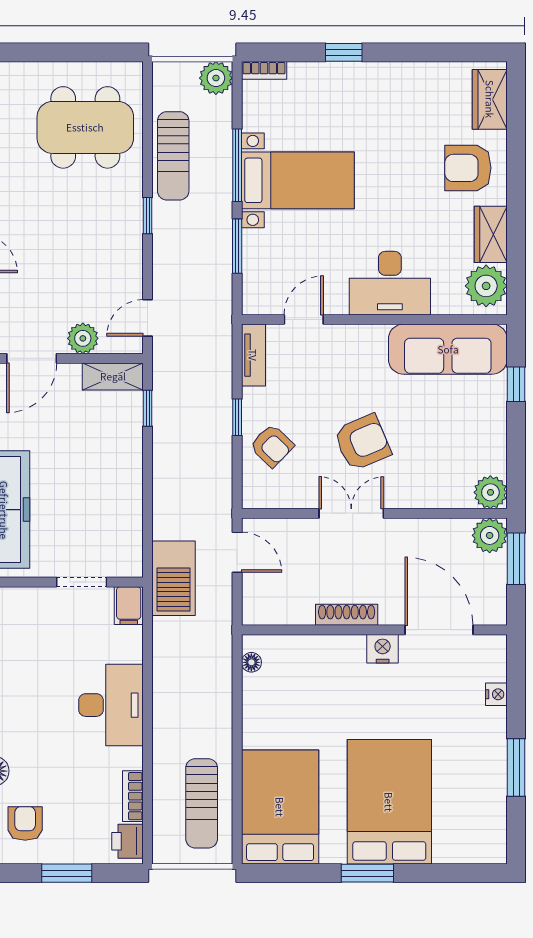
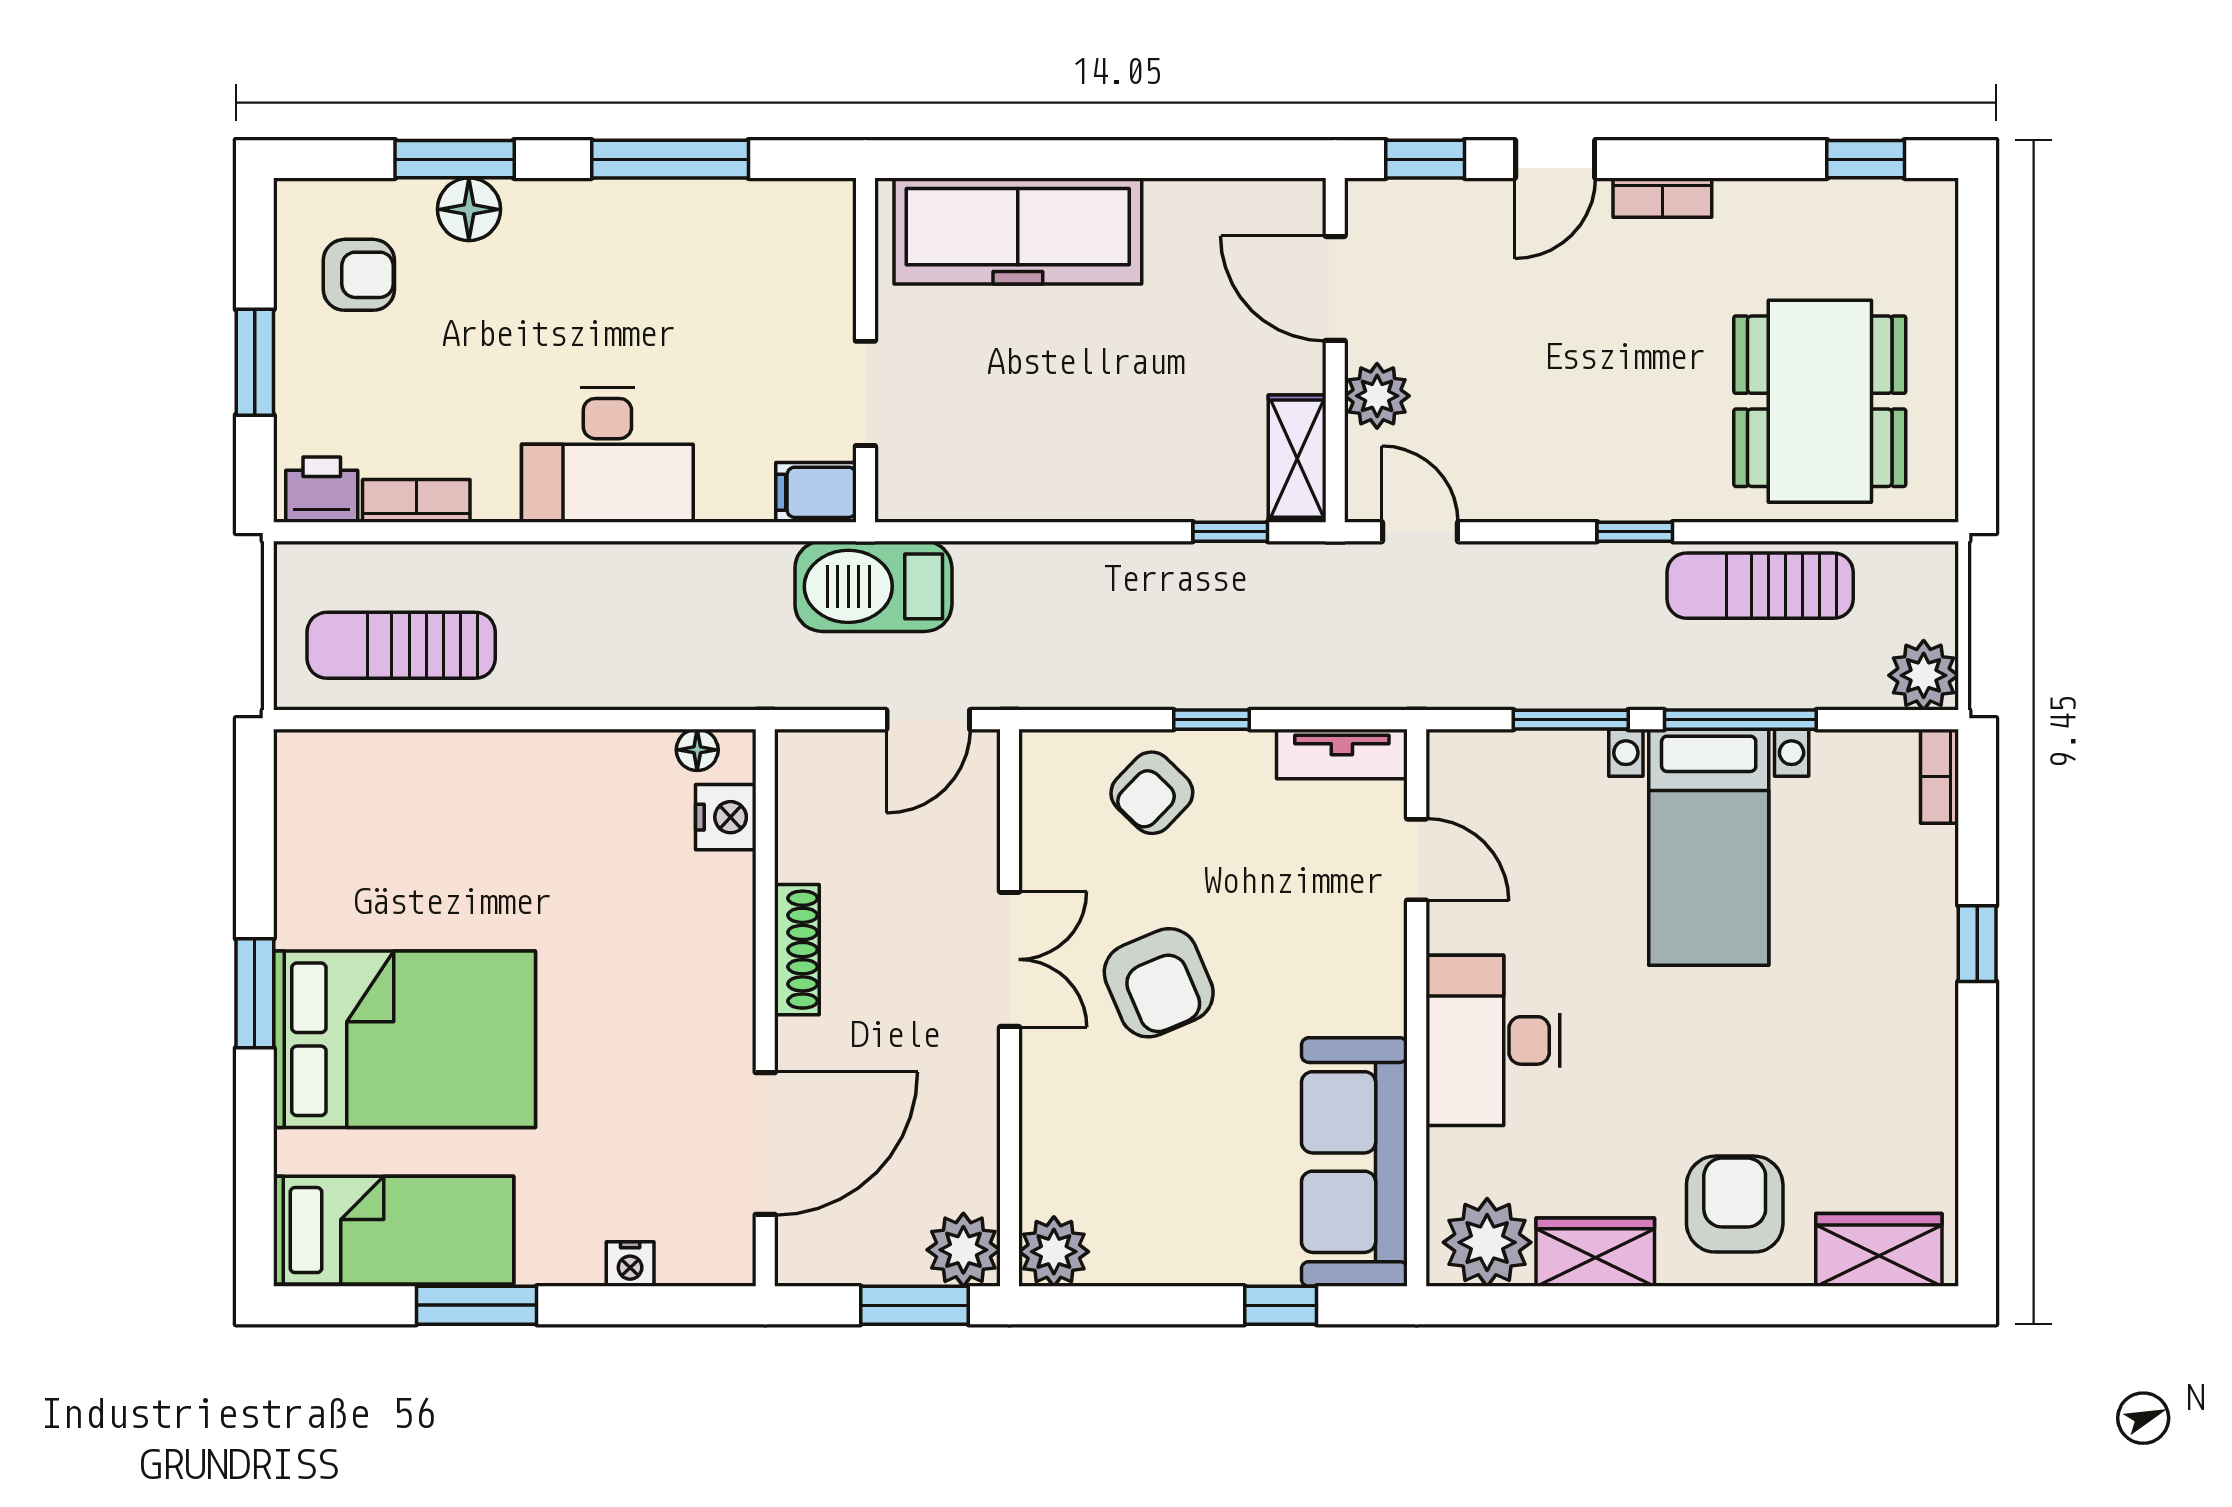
nightstand: (383, 649) -> (726, 817), moved
bed: (280, 807) -> (394, 1230), moved, width x0.67

